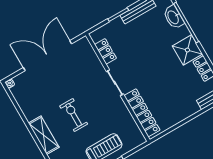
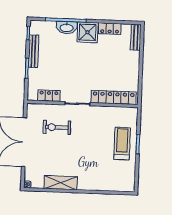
washbasin: (173, 17) -> (67, 28), moved
exercise bike: (74, 115) -> (57, 127), moved
shelving: (44, 135) -> (61, 183), moved

